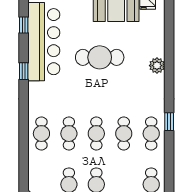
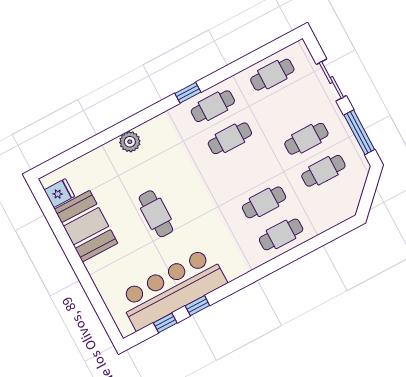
cafe table: (100, 57) -> (156, 214), width x0.73, depth x0.74
window: (24, 71) -> (197, 306), moved
cafe table: (96, 134) -> (247, 170), removed

